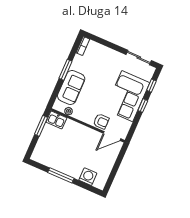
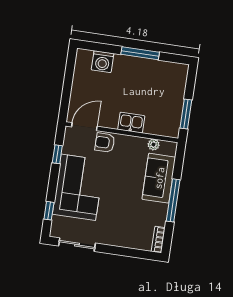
window: (66, 70) -> (173, 200), width x1.44
window: (143, 106) -> (57, 154), moved
kitchen sink: (56, 120) -> (131, 123), moved

